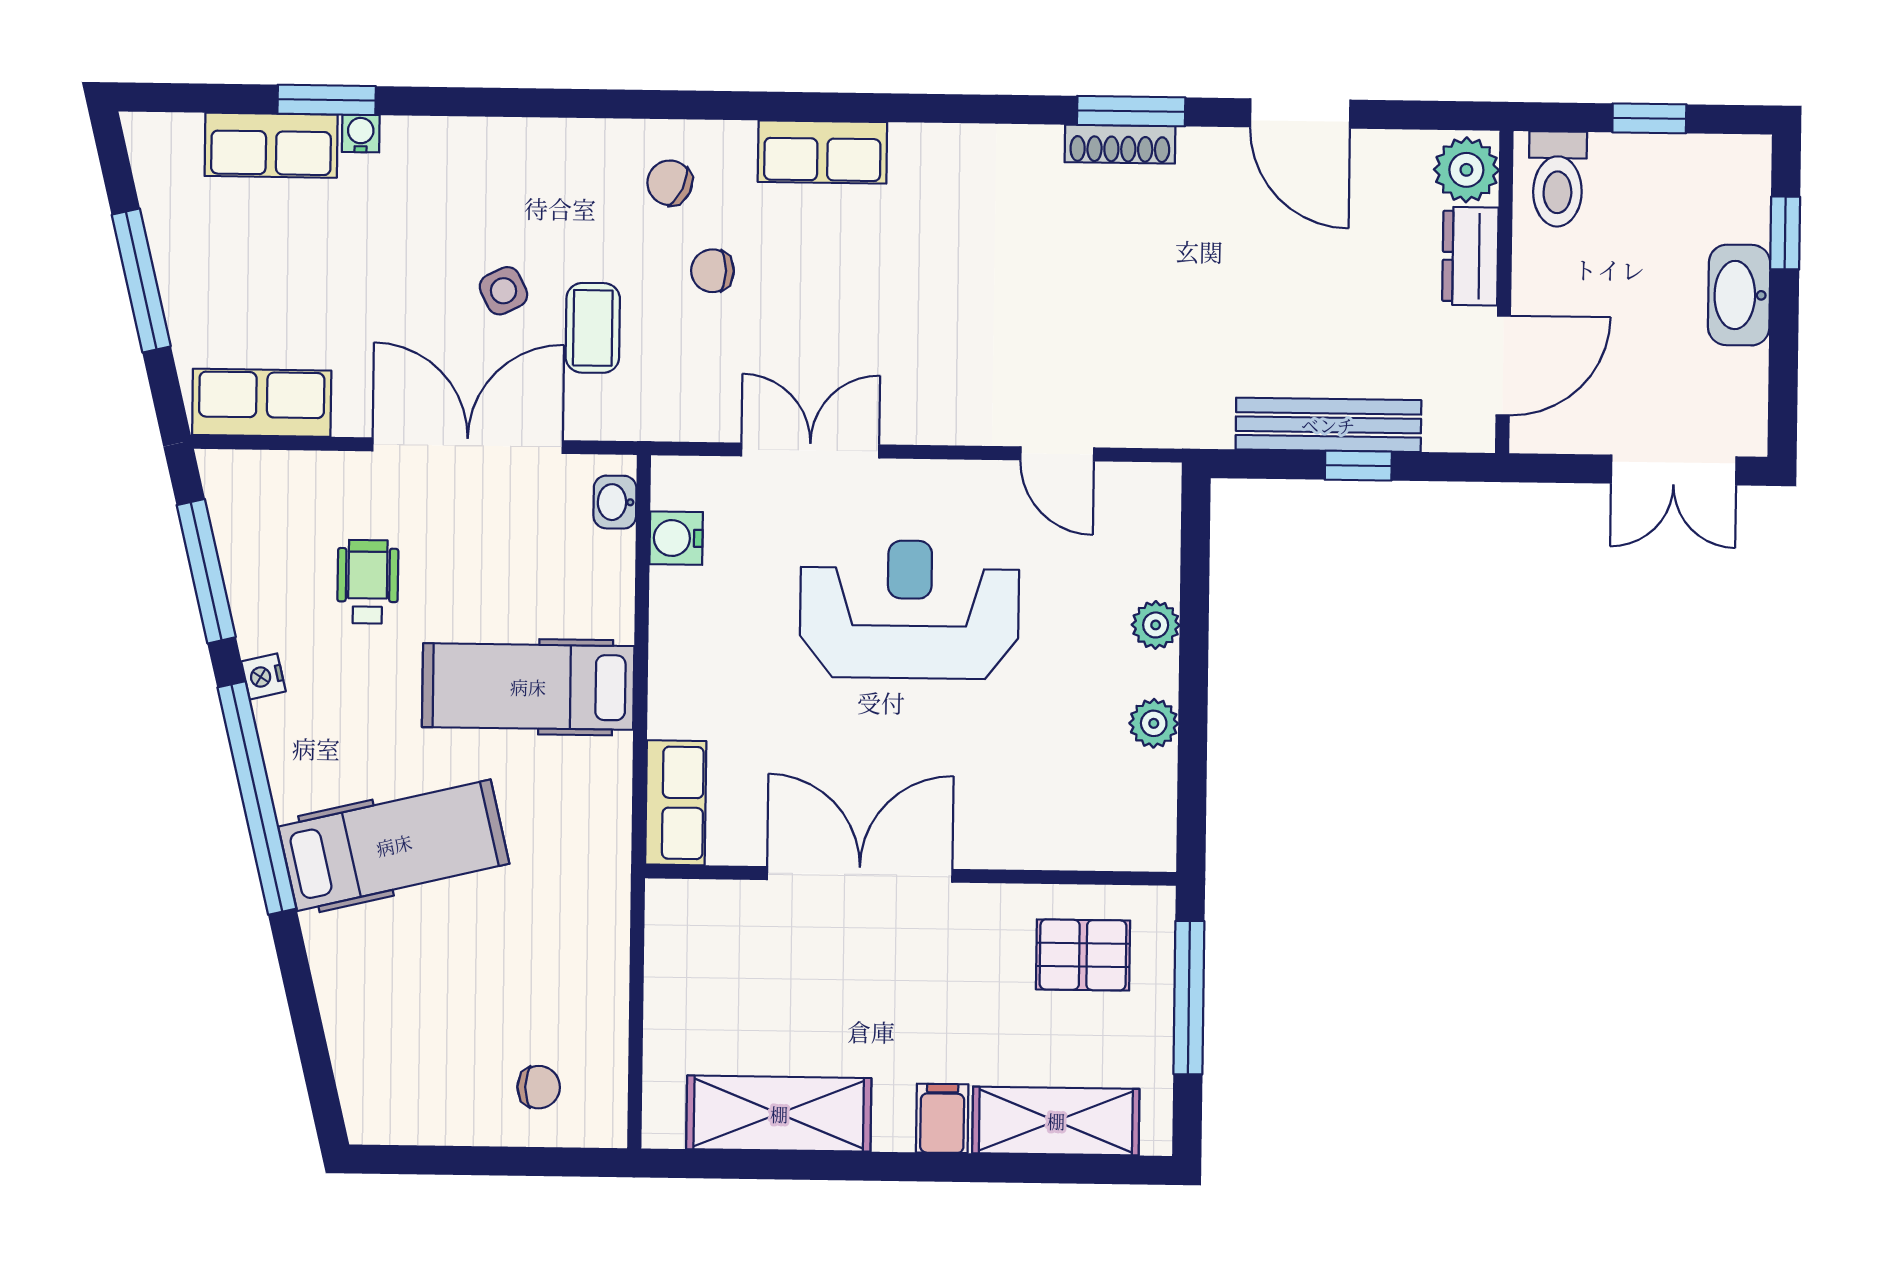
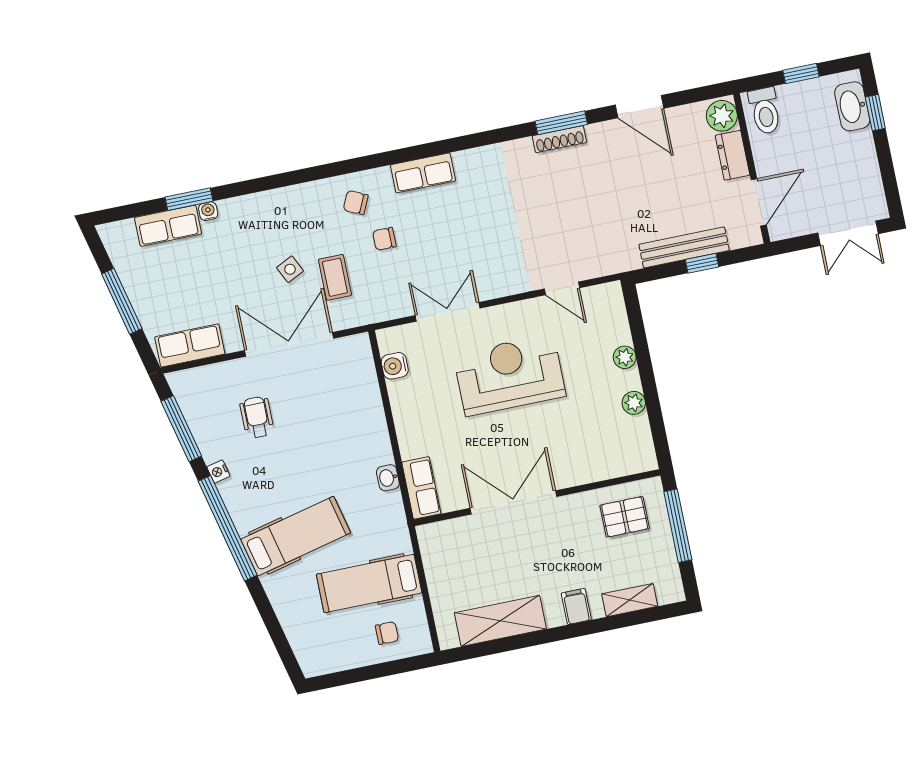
washbasin: (1739, 295) -> (852, 106), moved
washbasin: (615, 502) -> (388, 478), moved
hospital bed: (528, 687) -> (369, 584), moved
shelving: (1056, 1121) -> (630, 600), width x0.67, depth x0.75

